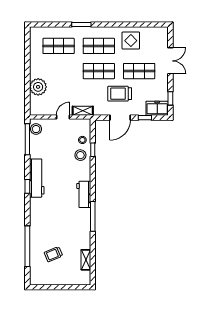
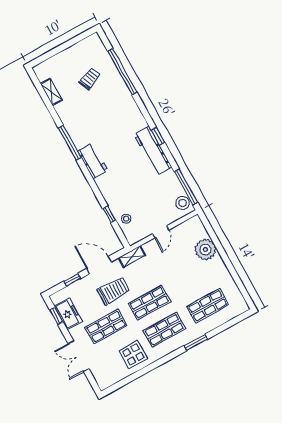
freezer: (157, 108) -> (68, 314), moved, turned -90
shelving: (83, 111) -> (132, 257), moved
door: (120, 118) -> (99, 265), hinge flipped
stool: (80, 155) -> (119, 201), removed

